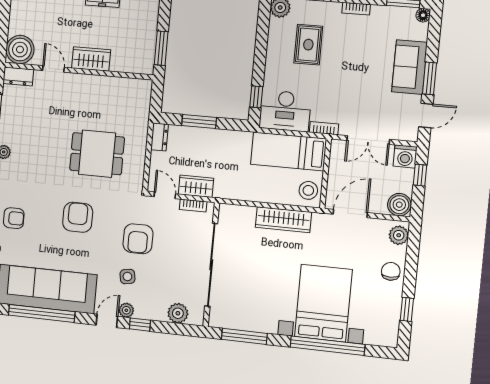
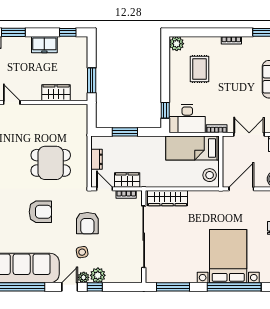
wardrobe: (91, 59) -> (56, 93), moved
dresser: (160, 137) -> (97, 159), moved
double door: (368, 140) -> (249, 134), swing flipped
armchair: (78, 217) -> (40, 212), turned 90
wardrobe: (283, 220) -> (168, 198), moved
plant: (178, 313) -> (98, 275), moved

